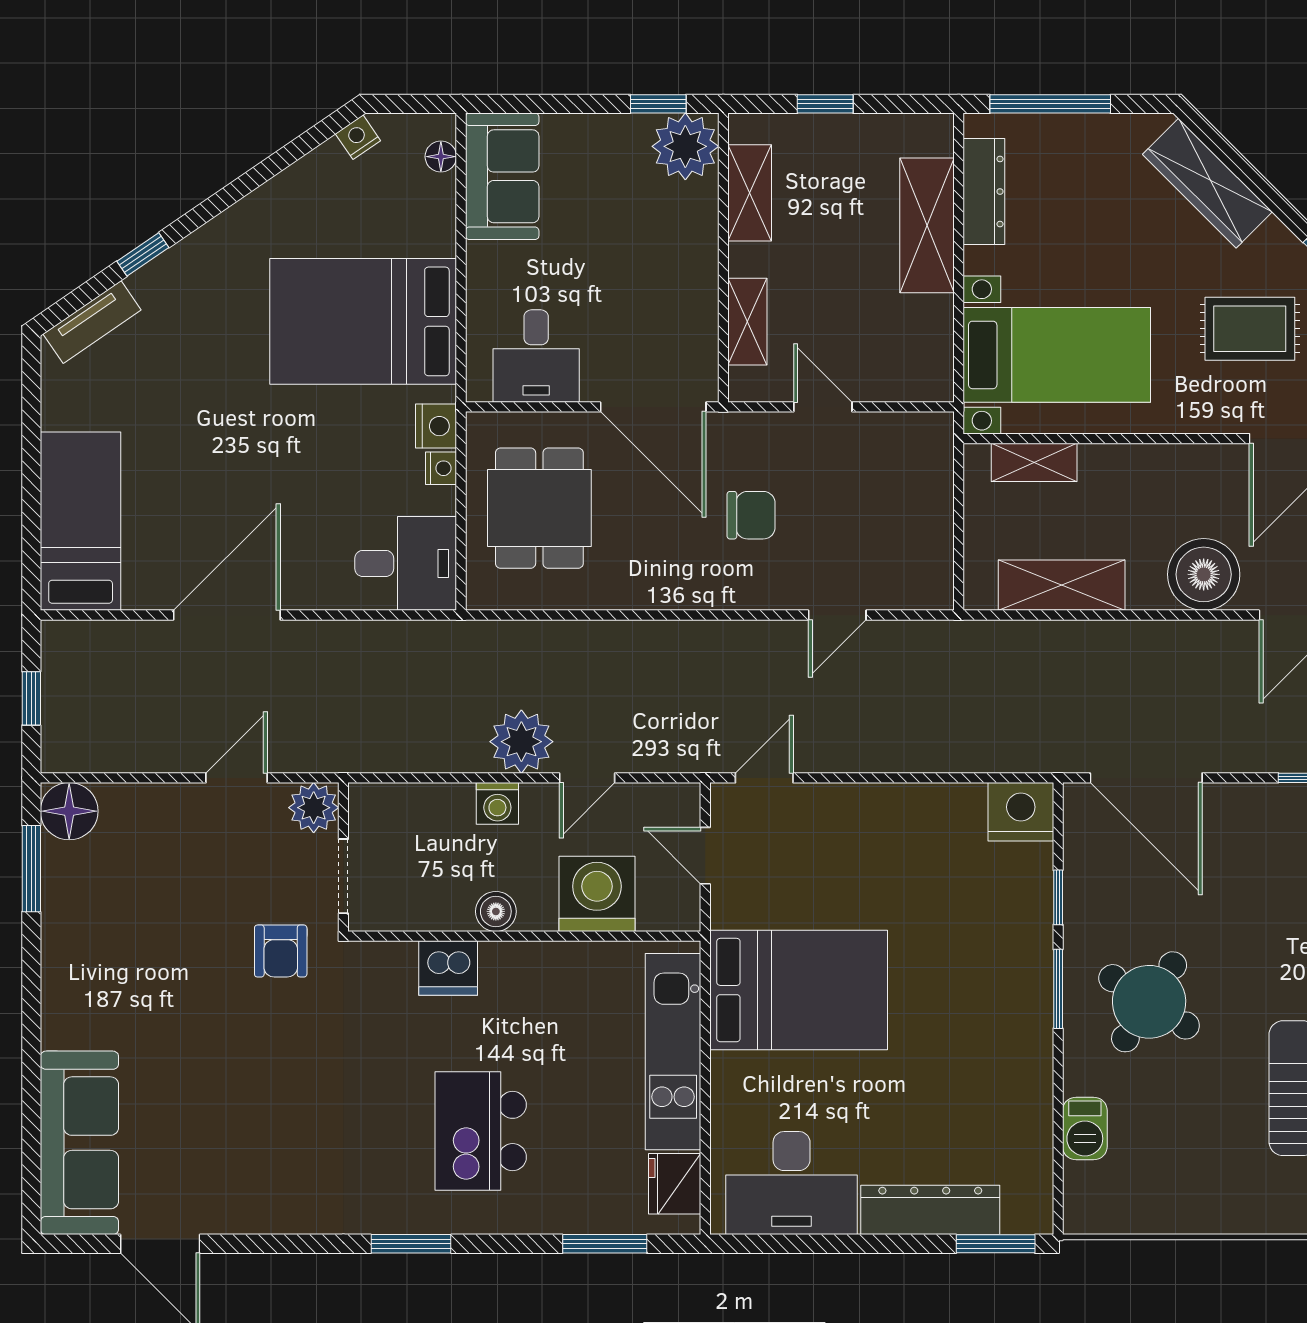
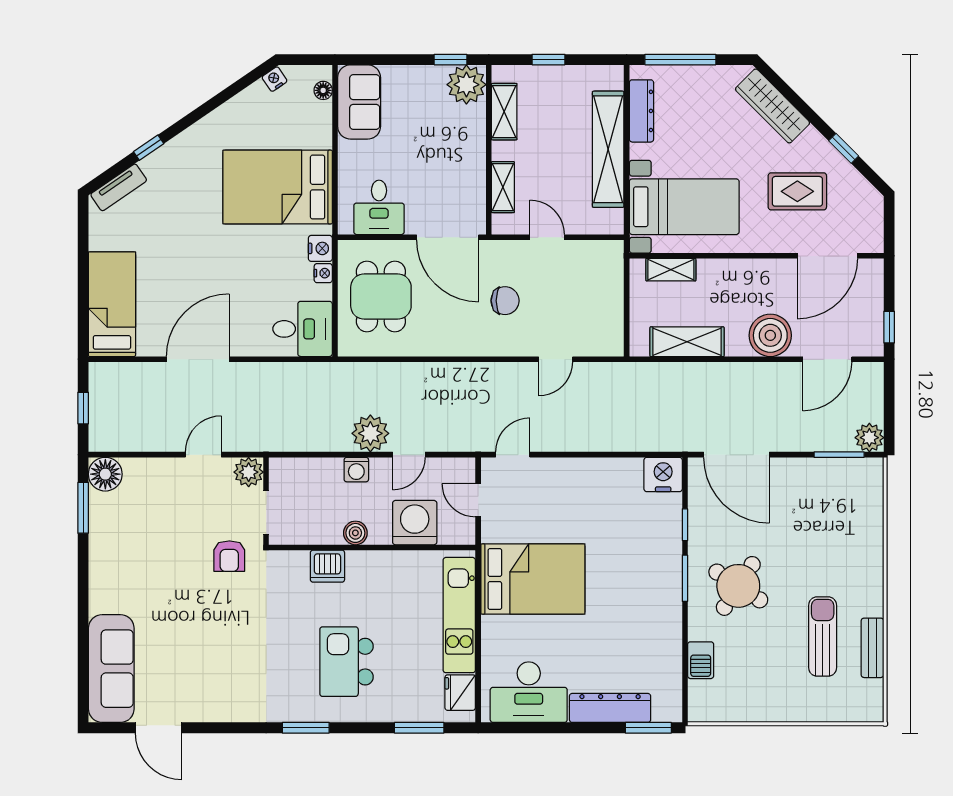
shelving: (927, 225) -> (608, 149), width x1.47

